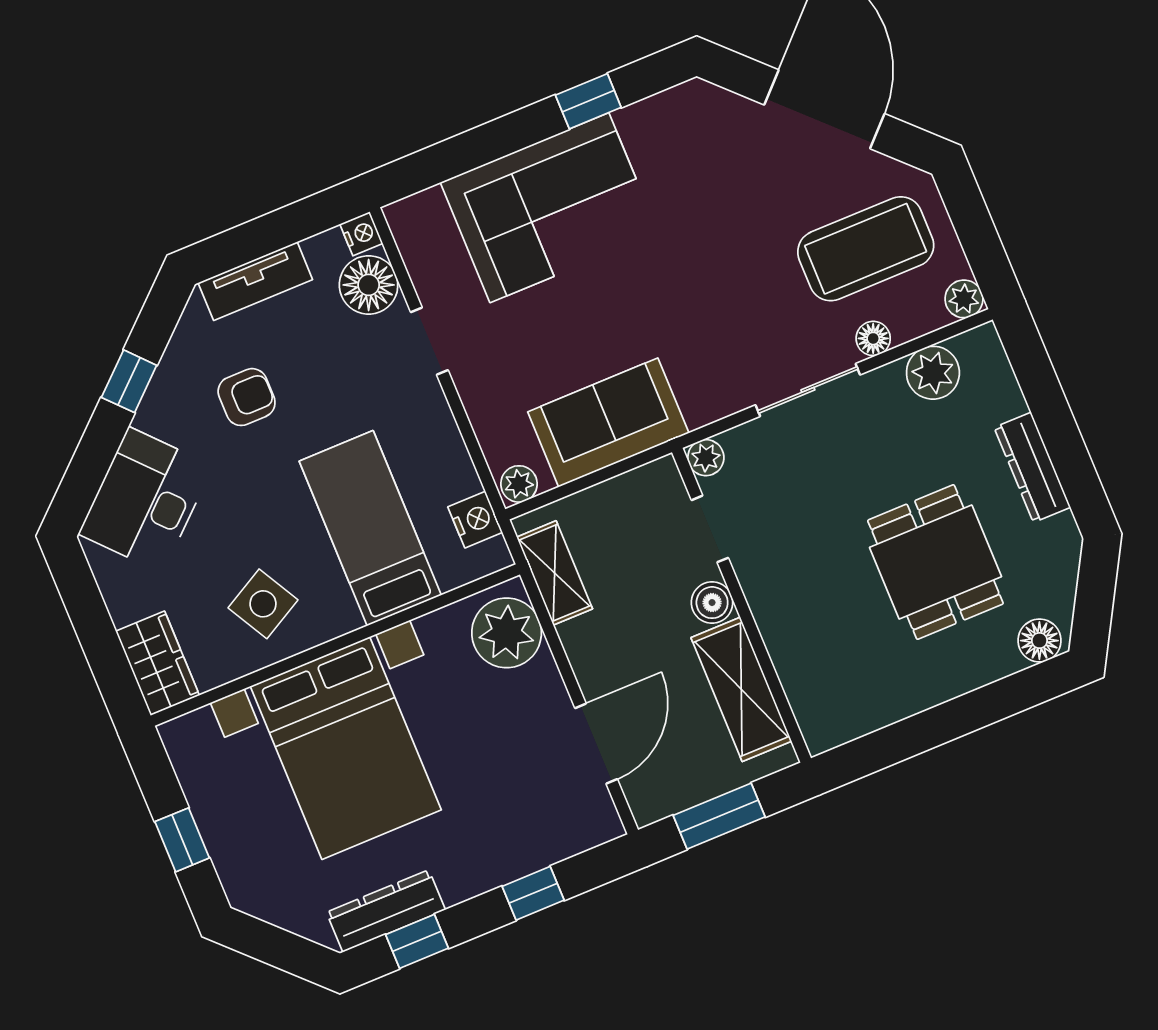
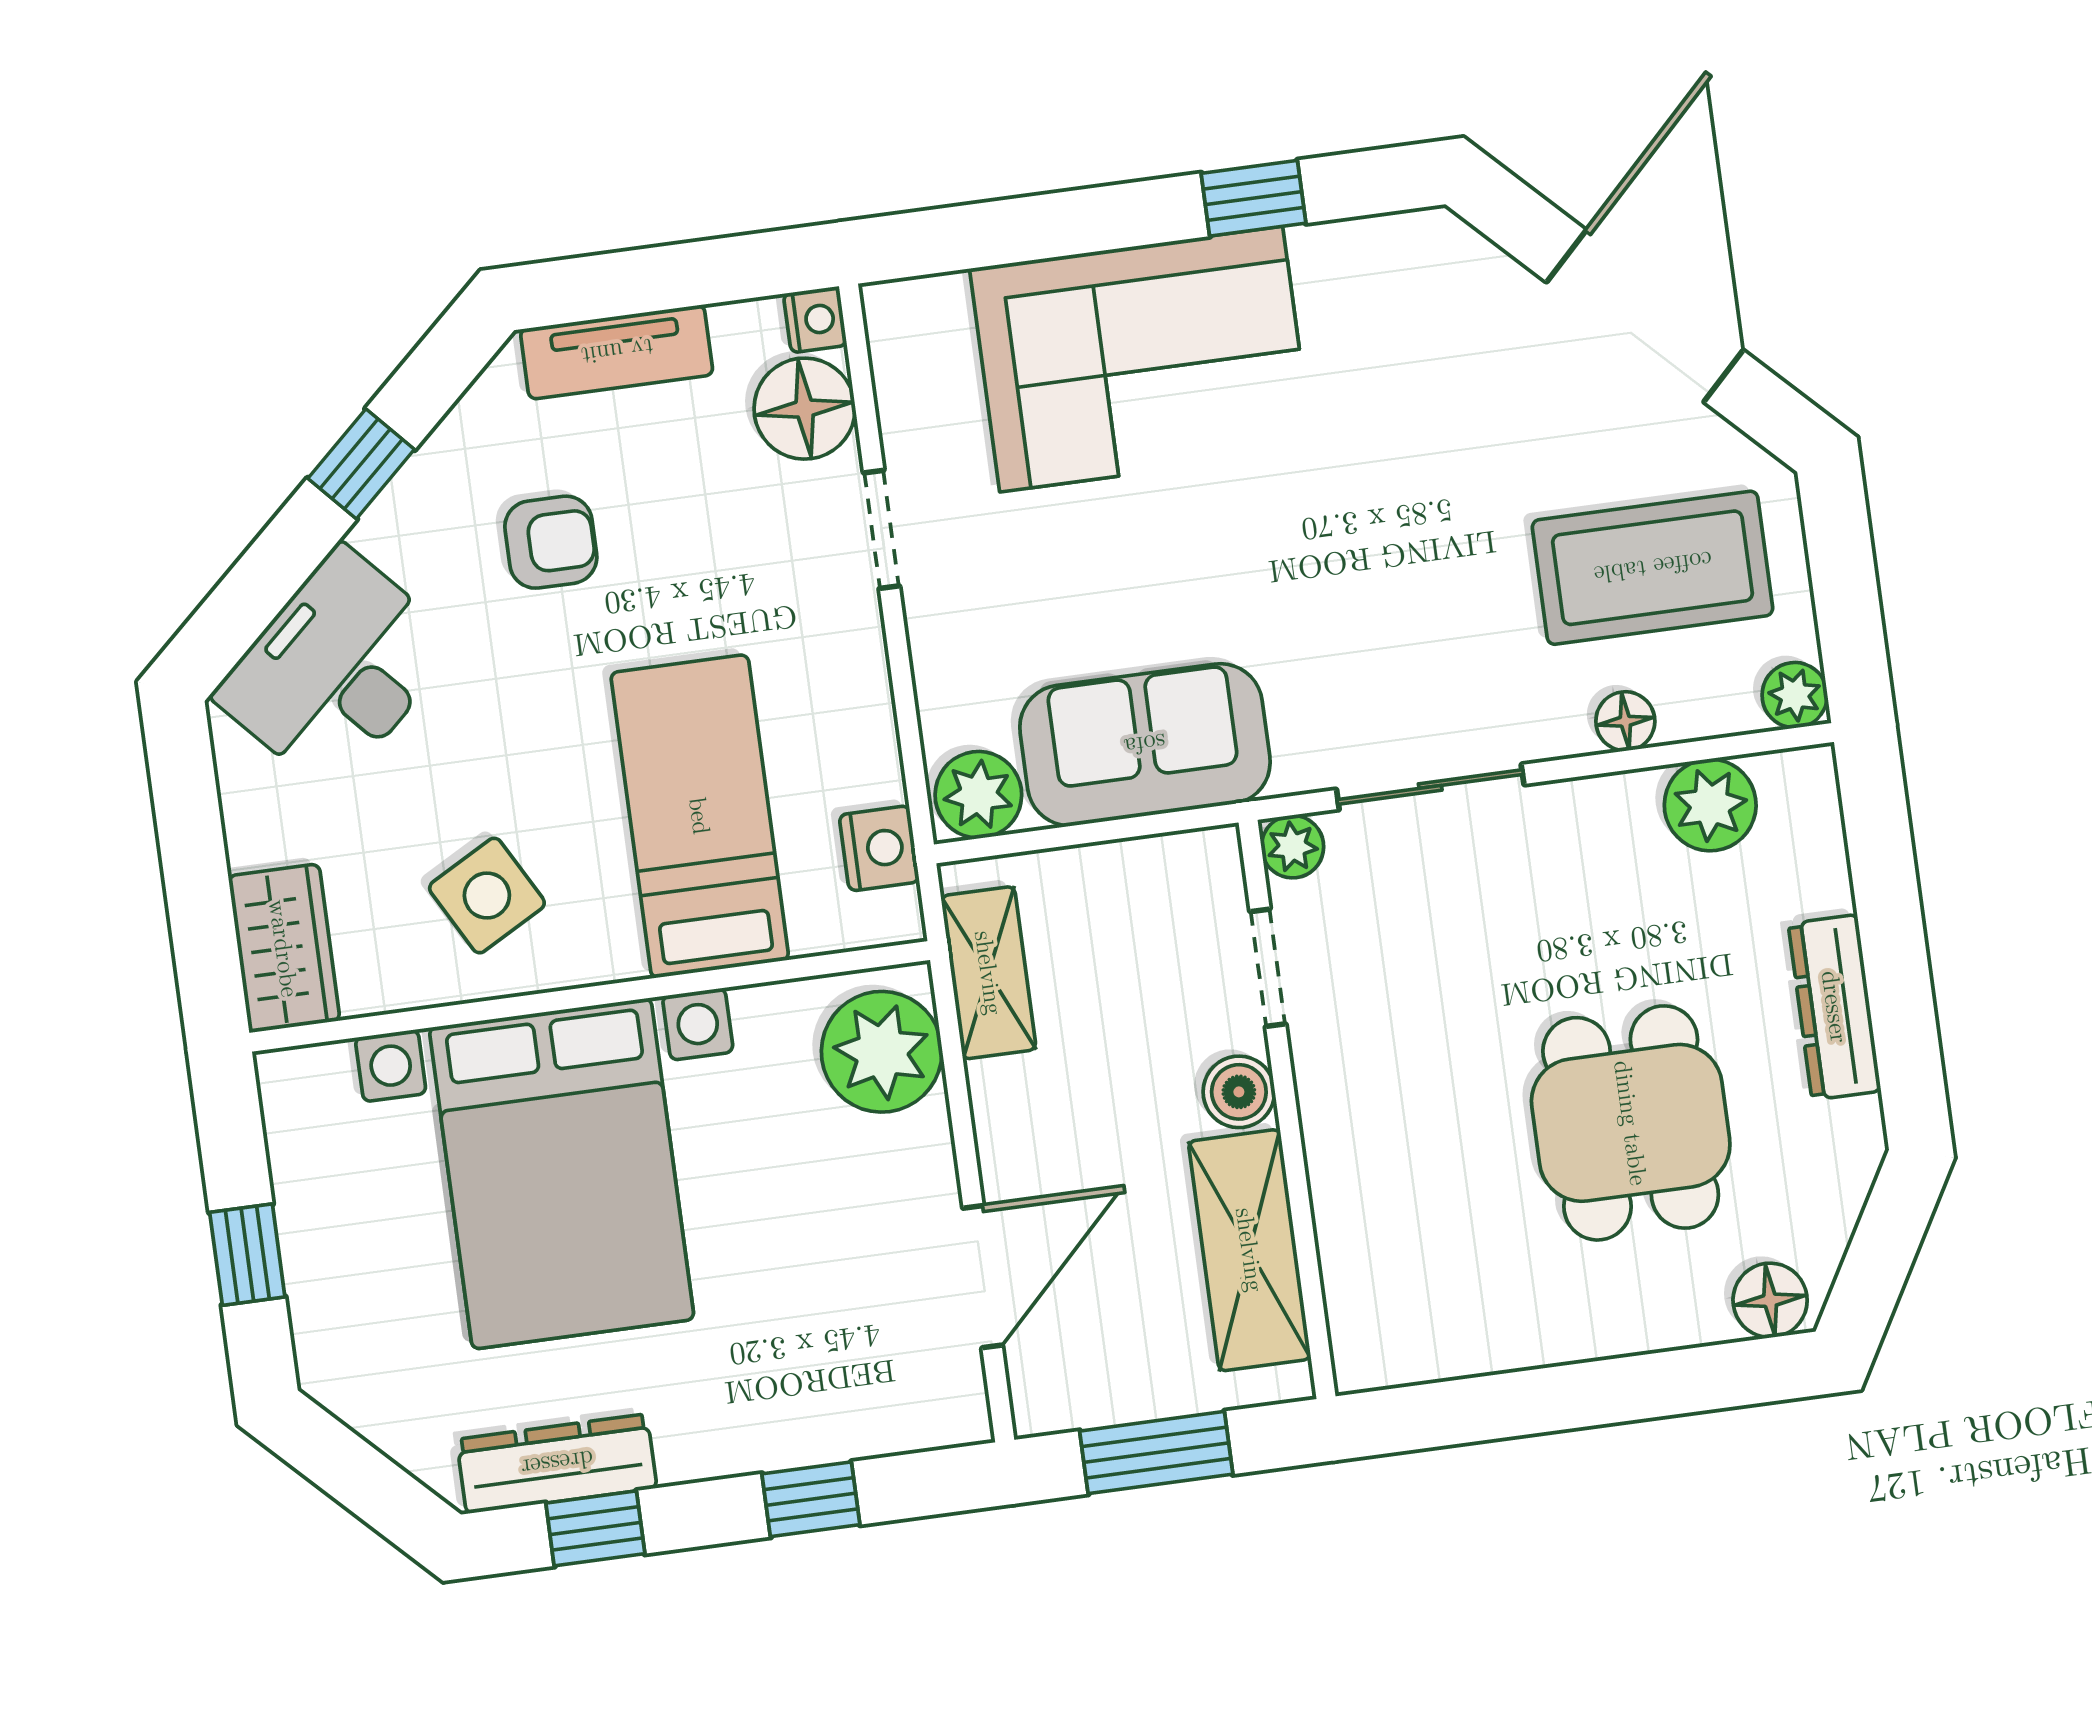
sliding door: (808, 390) -> (1430, 787), moved
plant: (519, 484) -> (978, 795), width x1.38, depth x1.38

